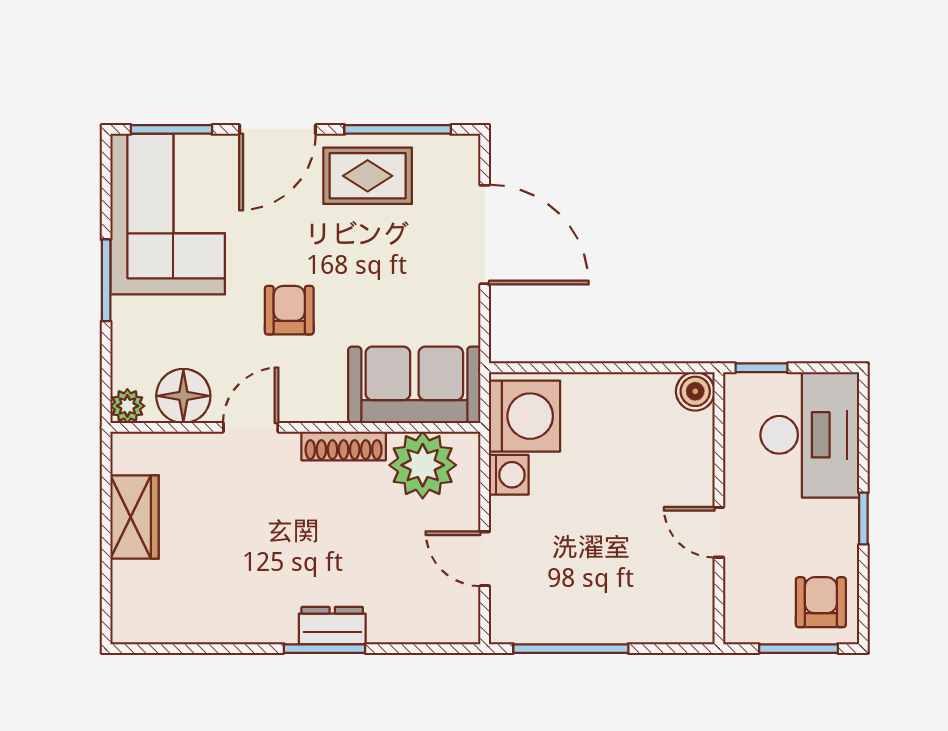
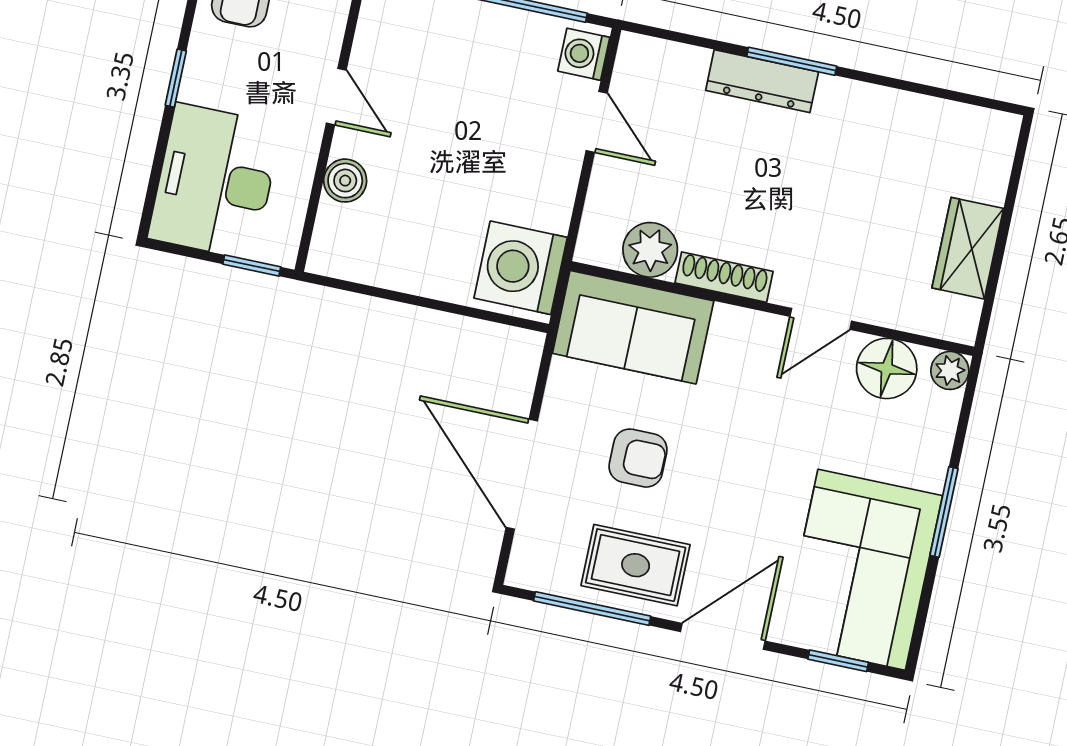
window: (171, 129) -> (838, 661), width x0.67
armchair: (289, 310) -> (638, 458), moved, turned -90
boiler: (695, 391) -> (345, 181), moved
plant: (423, 465) -> (650, 250), width x0.73, depth x0.73
washing machine: (509, 475) -> (584, 54), moved
dresser: (332, 626) -> (762, 81), width x1.44

